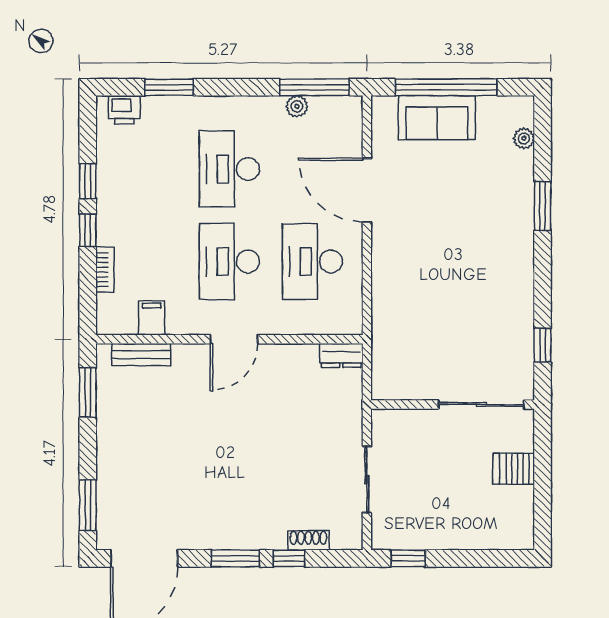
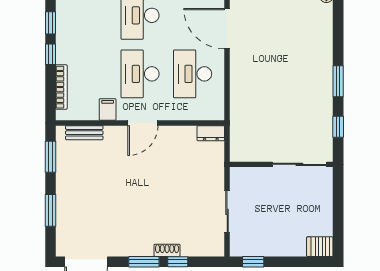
window: (543, 206) -> (338, 81), moved
bookcase: (105, 270) -> (61, 87), width x1.56
filing cabinet: (152, 318) -> (108, 109), moved
server rack: (514, 469) -> (320, 247), moved
window: (88, 505) -> (50, 210), moved
shoe rack: (308, 540) -> (167, 250), moved

